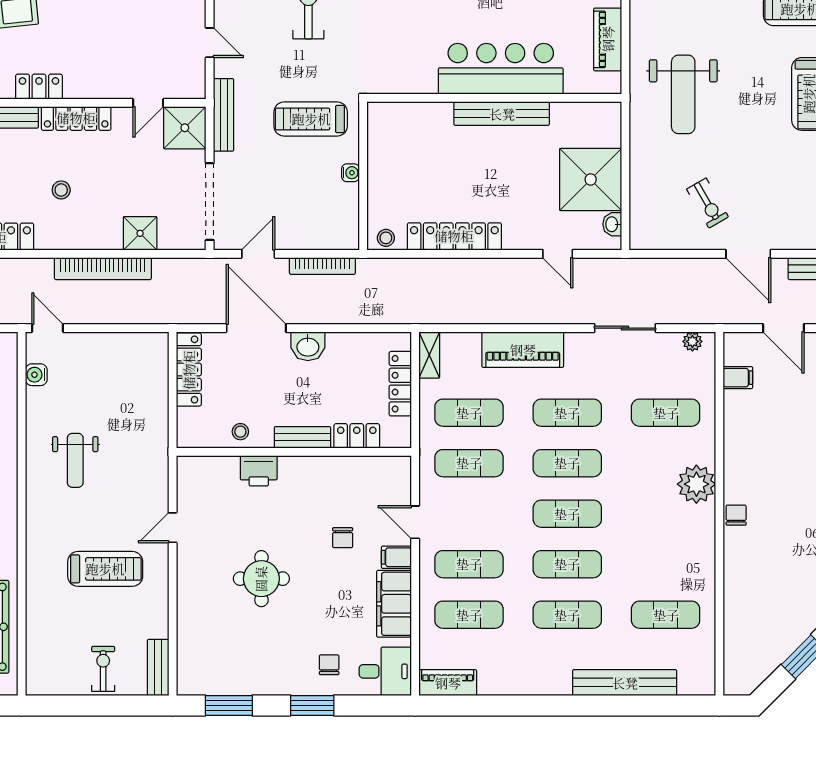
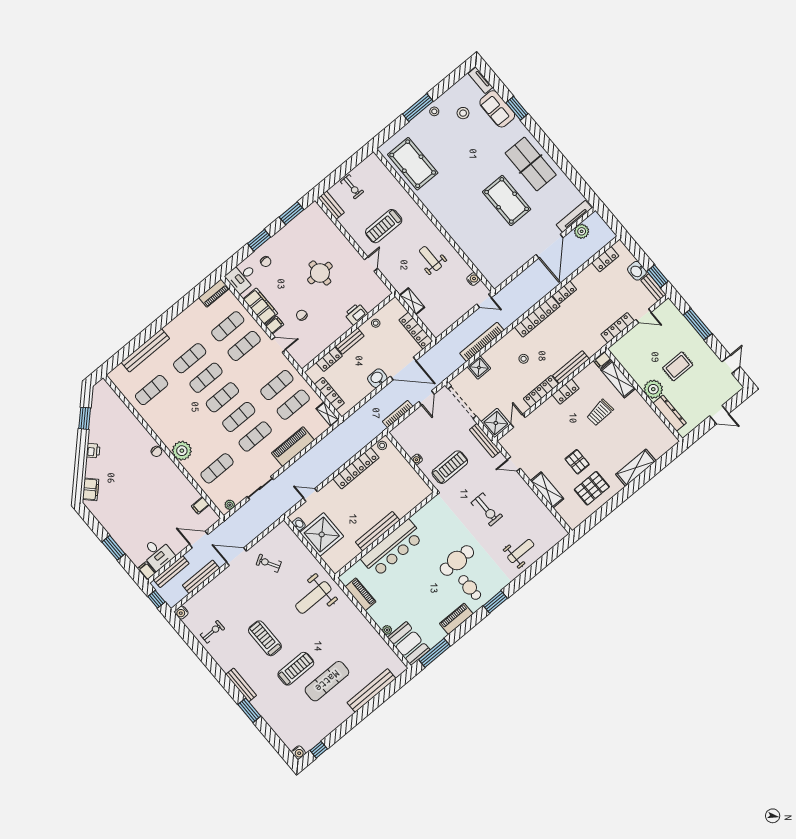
weight bench: (683, 94) -> (313, 597), turned -90
shelving: (157, 419) -> (412, 301), added

